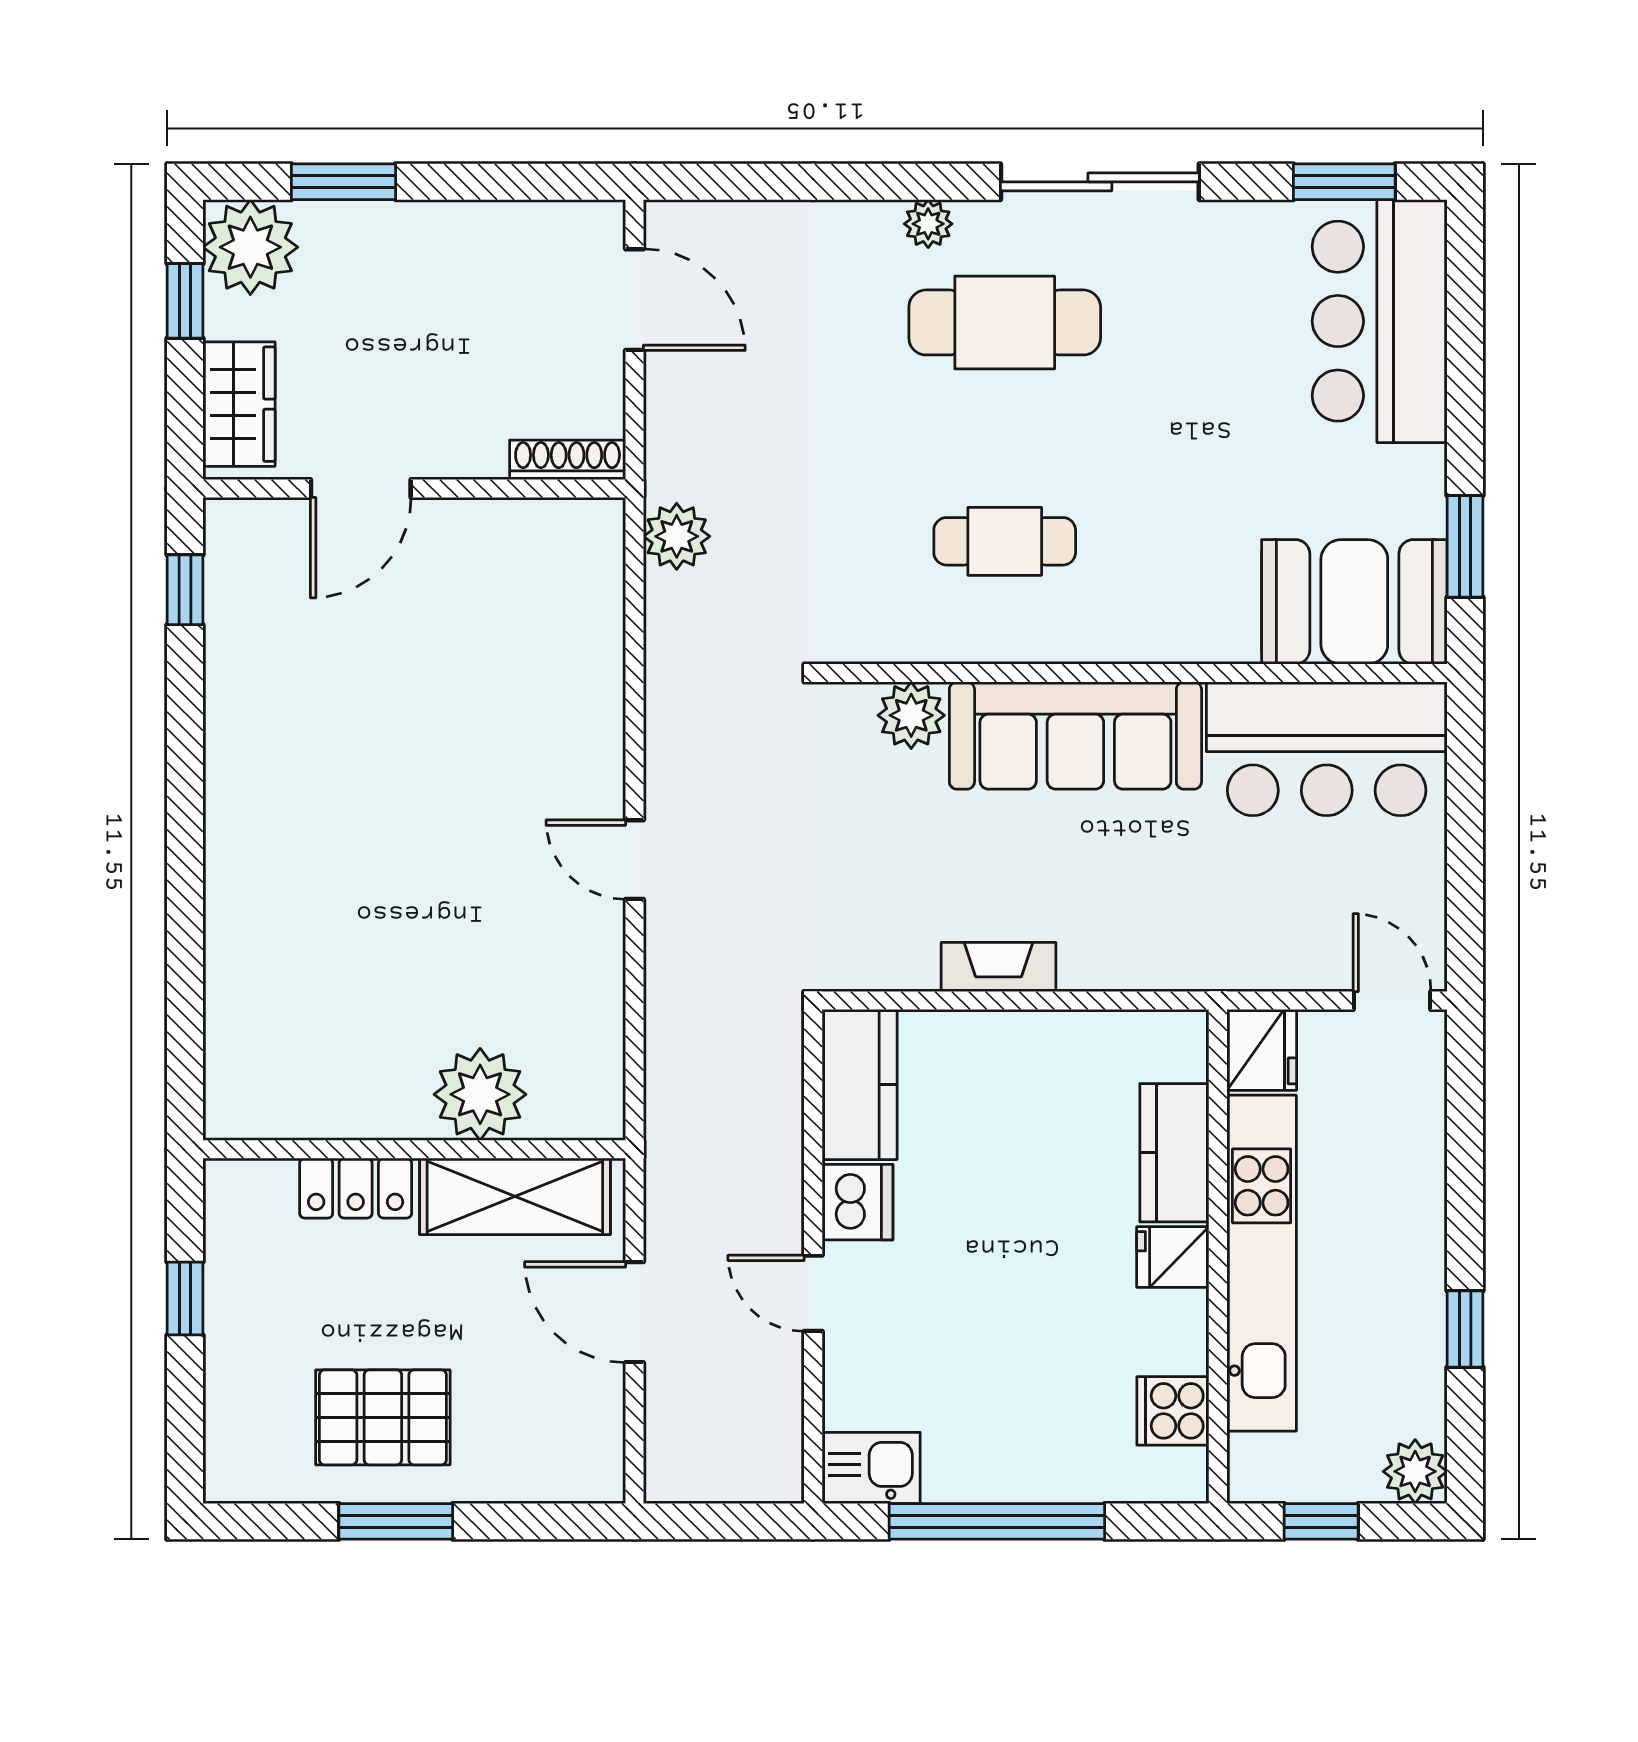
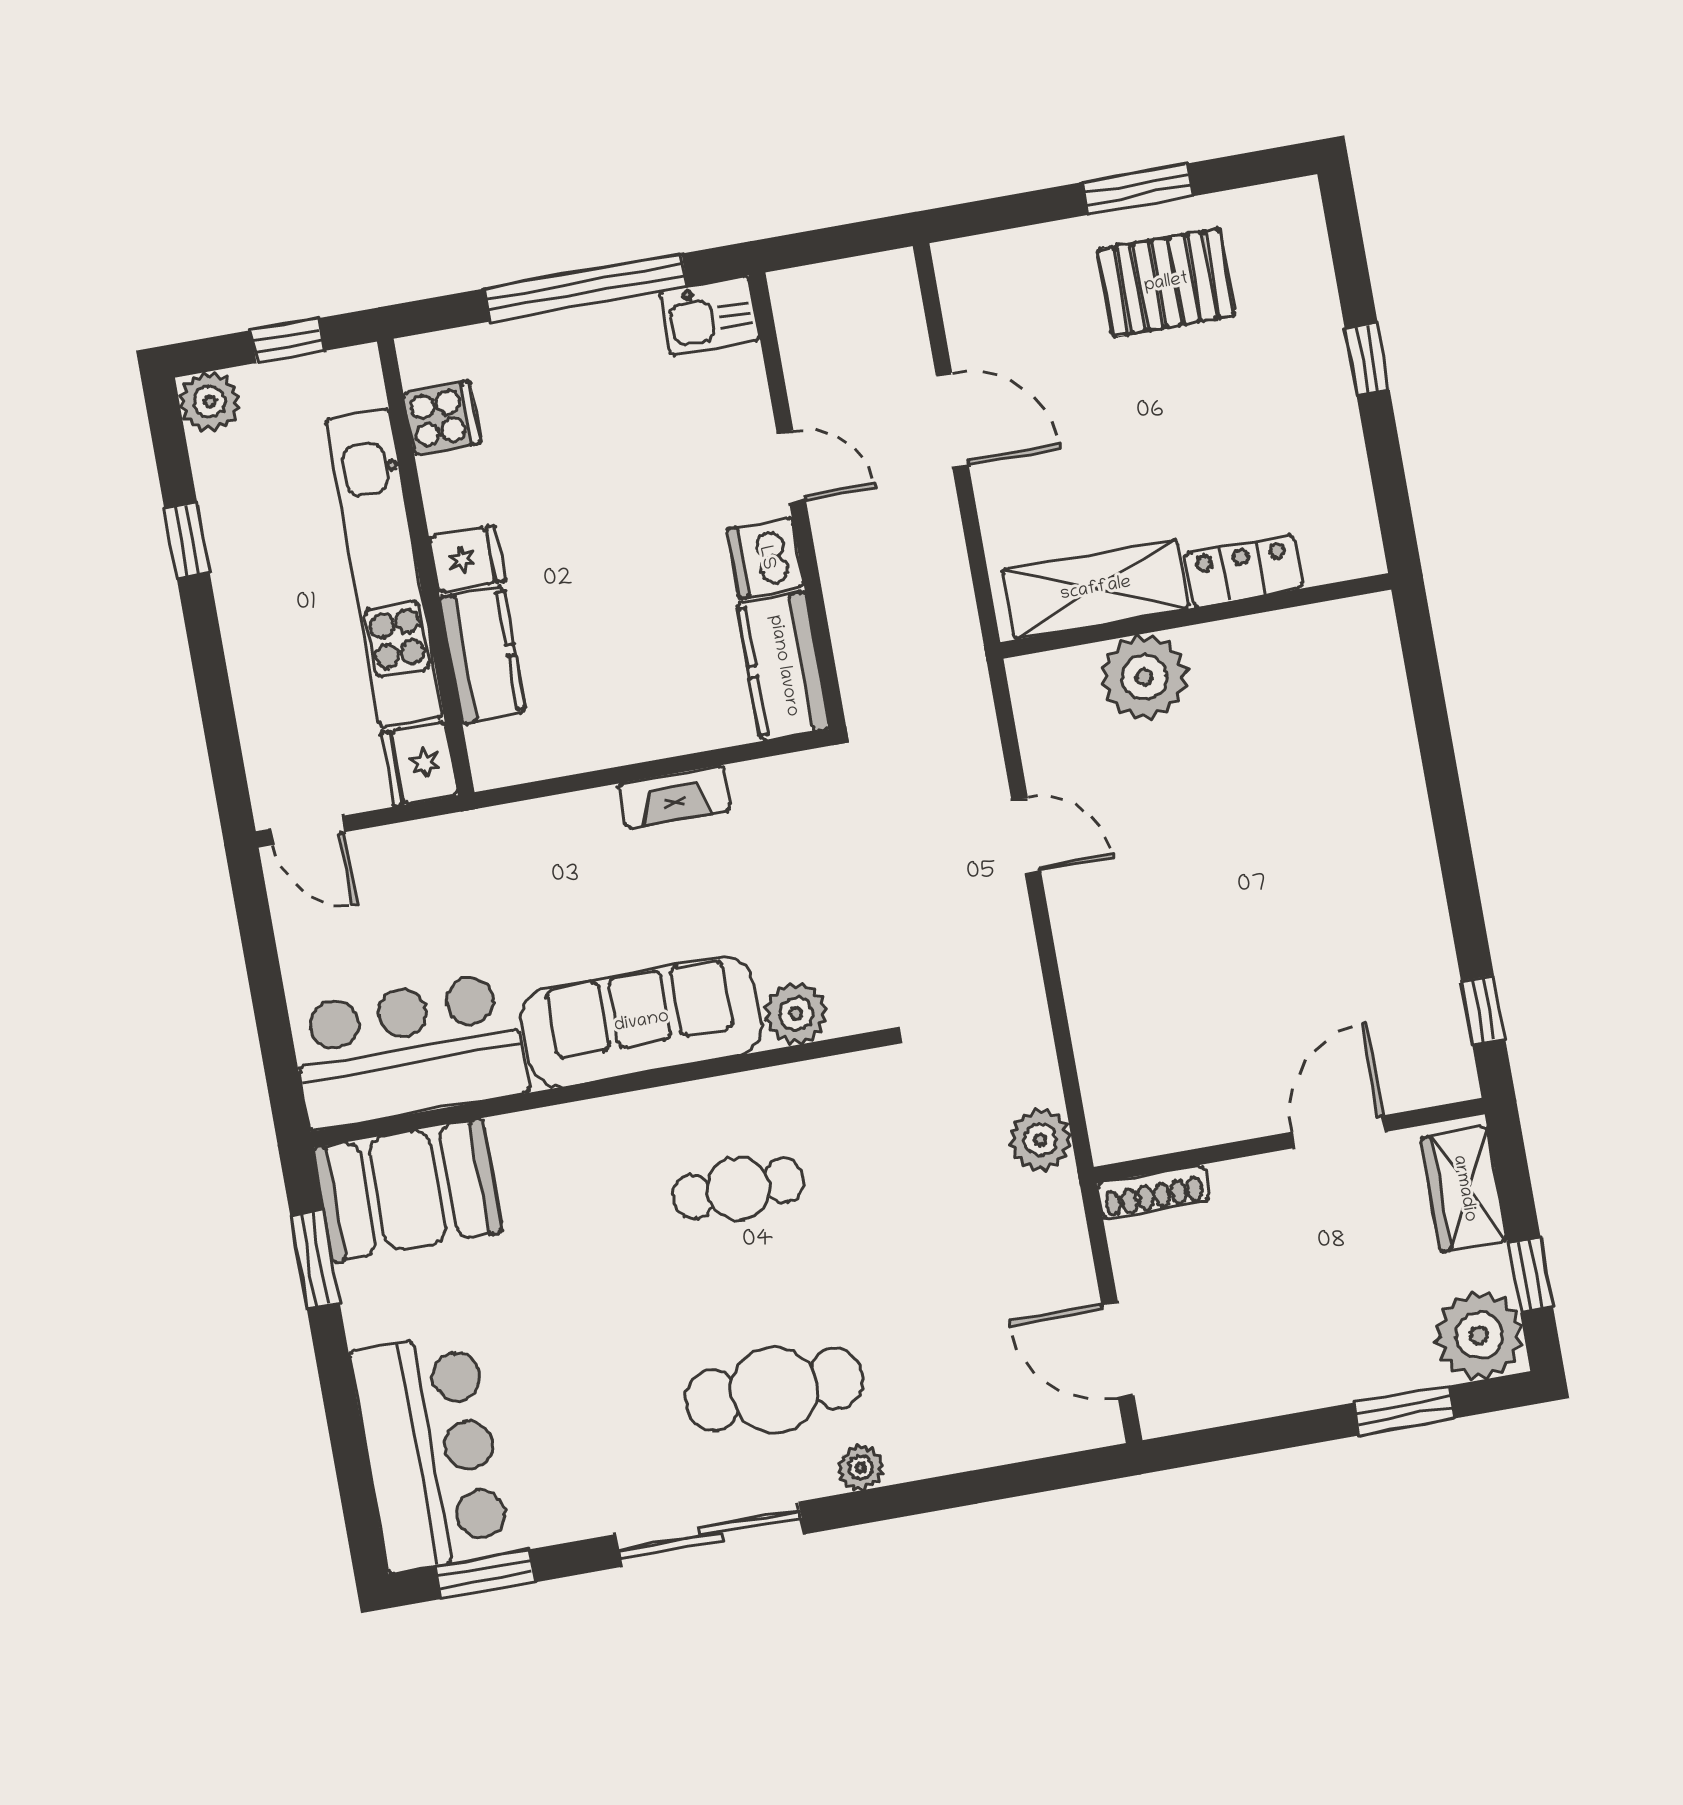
plant: (480, 1094) -> (1144, 677), moved
wall: (414, 1149) -> (1196, 616), moved
locker: (356, 1188) -> (1243, 571), moved
shelving: (515, 1196) -> (1096, 589), moved

